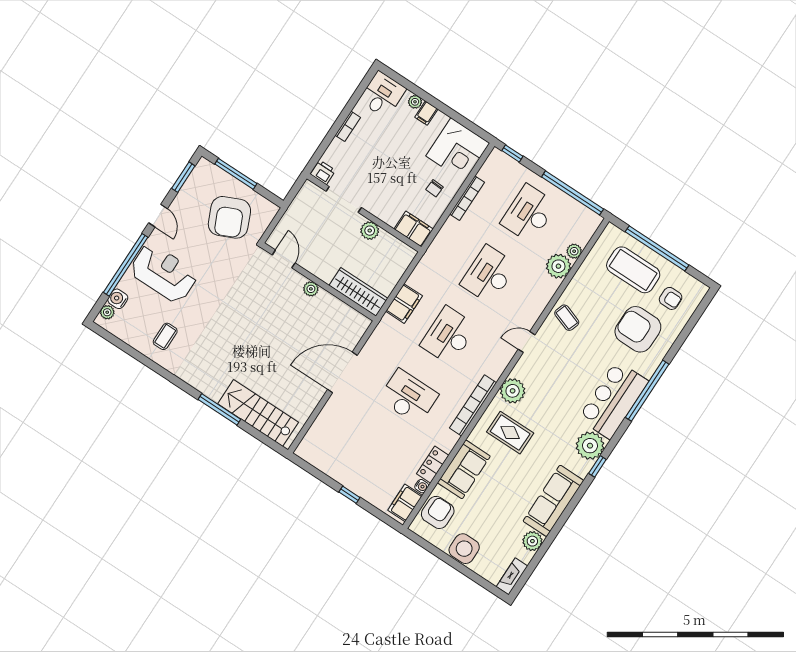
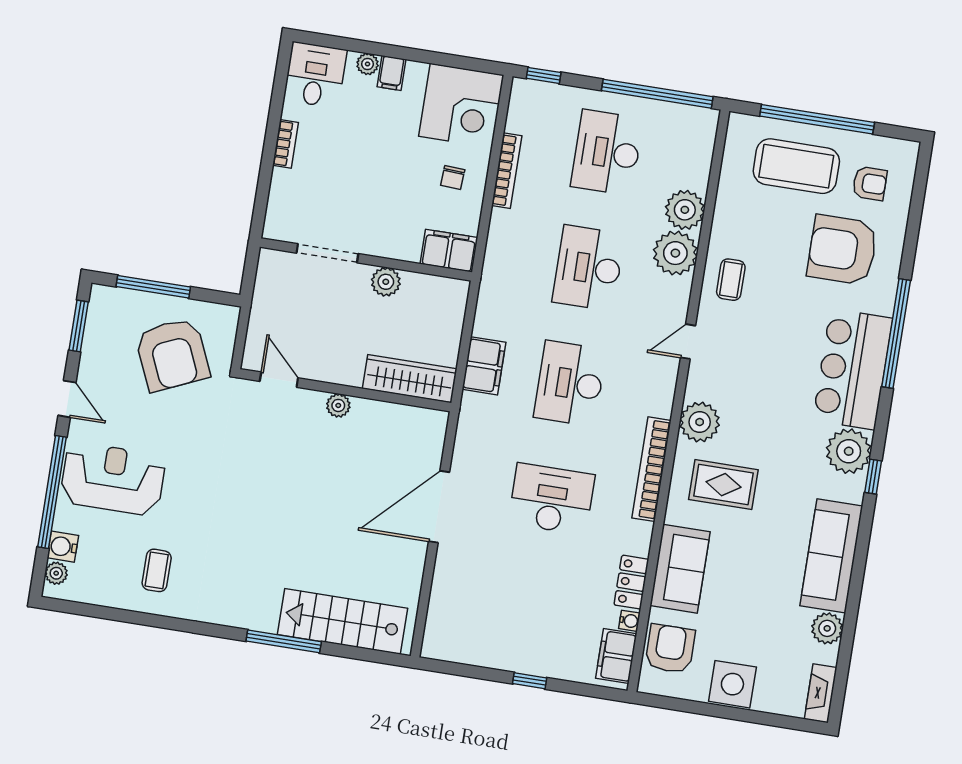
printer: (323, 172) -> (279, 227), removed
plant: (574, 251) -> (675, 253), moved, width x1.88, depth x1.88
coffee table: (567, 318) -> (731, 280), turned 71

